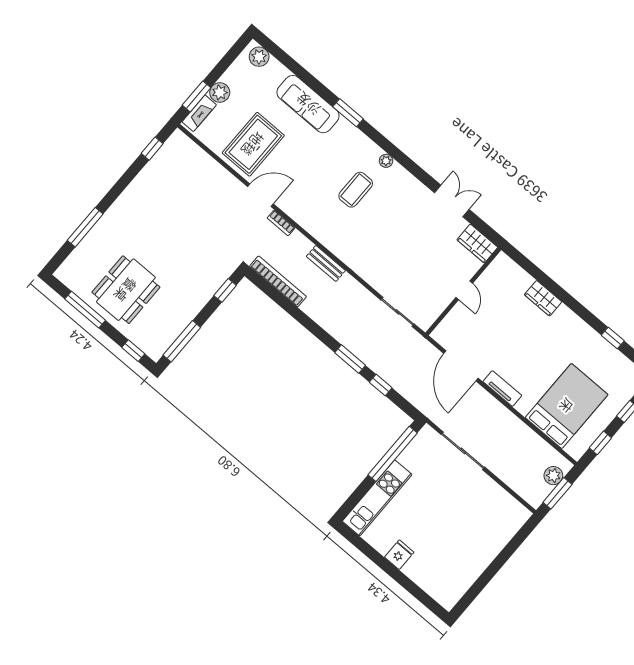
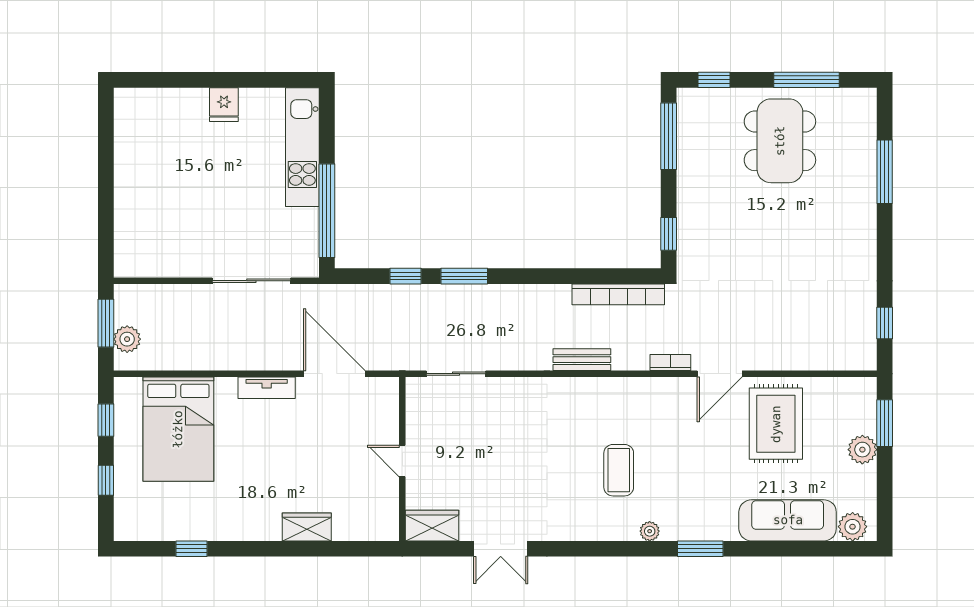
sofa: (308, 104) -> (788, 520), moved
fireplace: (199, 113) -> (866, 407), removed
plant: (386, 161) -> (650, 531), moved

